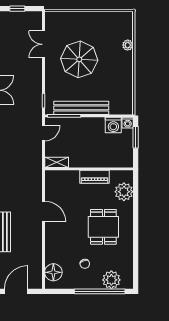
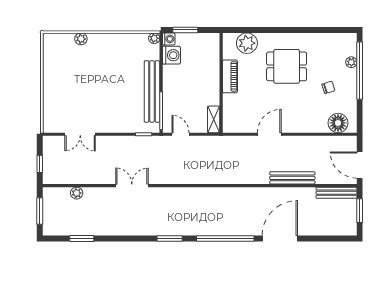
parasol: (79, 59) -> (97, 94), removed
plant: (128, 110) -> (154, 38), added
plant: (111, 280) -> (351, 62), width x0.53, depth x0.53

